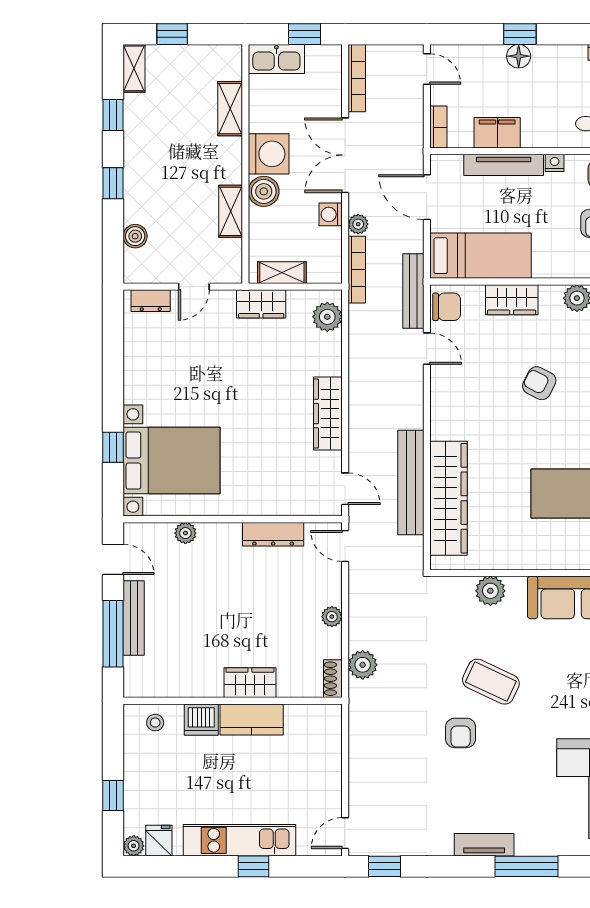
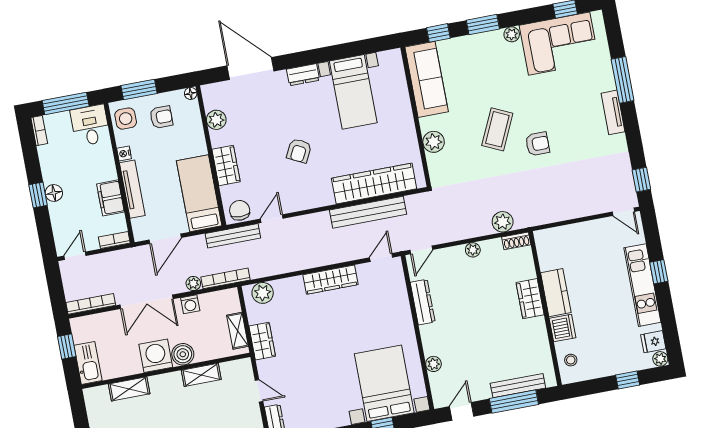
armchair: (539, 383) -> (299, 151), moved
bench: (134, 618) -> (518, 386), moved

